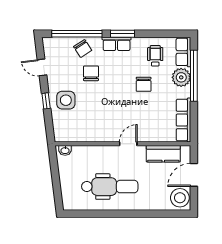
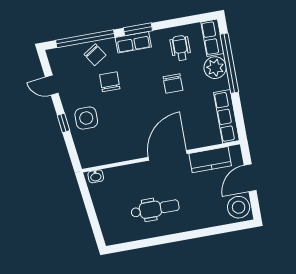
door: (128, 144) -> (168, 155), width x1.87
dental chair: (110, 187) -> (155, 209), width x0.73, depth x0.72

